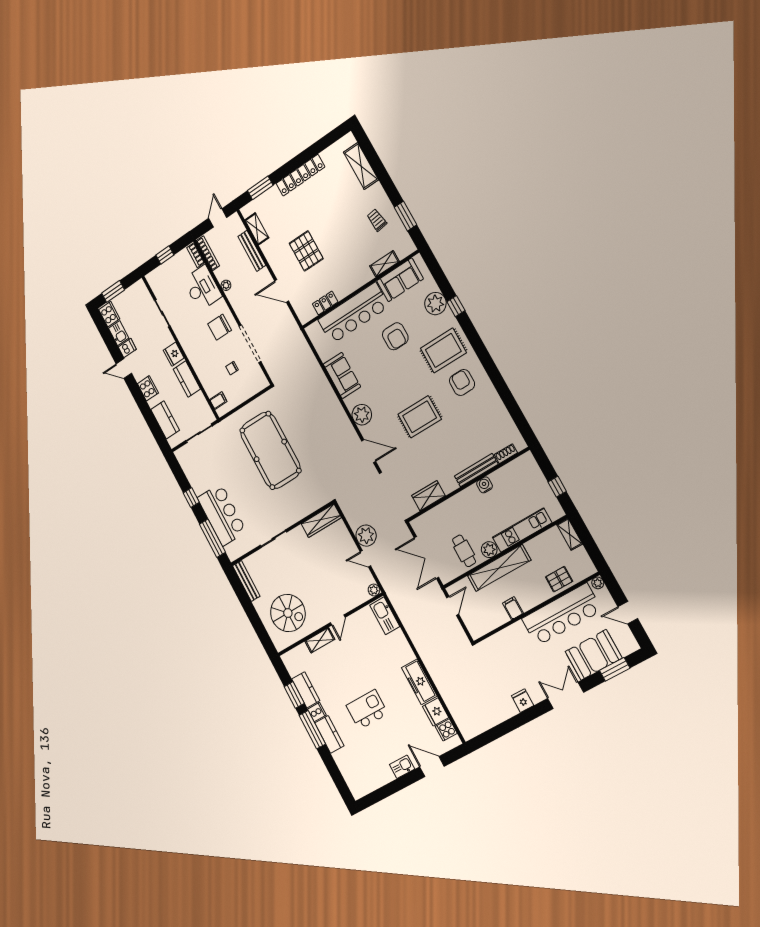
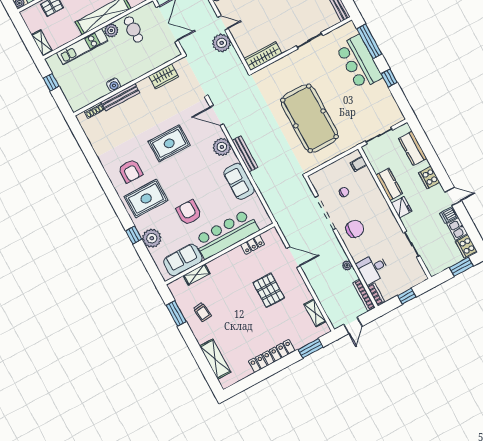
bench: (252, 251) -> (245, 154), moved
desk: (202, 288) -> (373, 269), width x0.73

